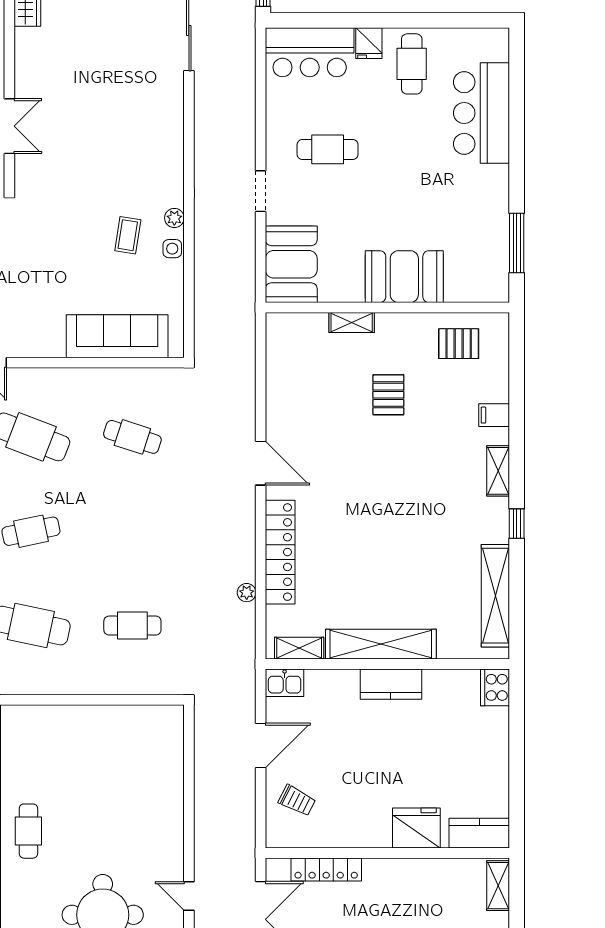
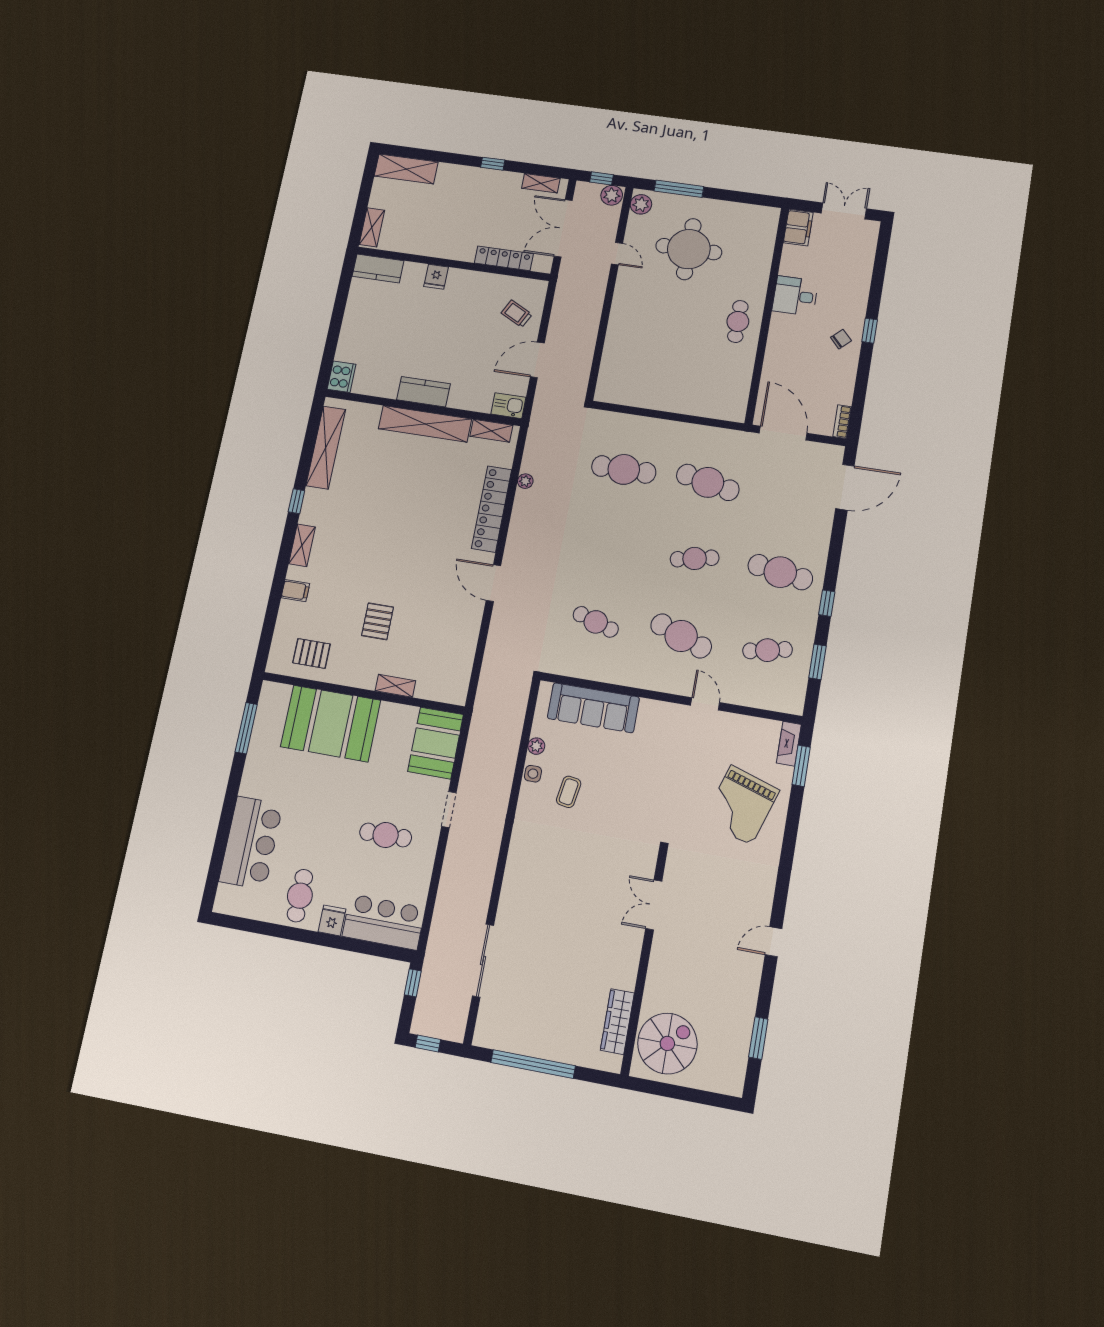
plant: (174, 218) -> (536, 746), moved
booth: (404, 277) -> (331, 723), width x1.36, depth x1.42
cafe table: (132, 626) -> (624, 469), width x1.37, depth x1.35
fridge: (416, 828) -> (436, 277), width x0.53, depth x0.75

